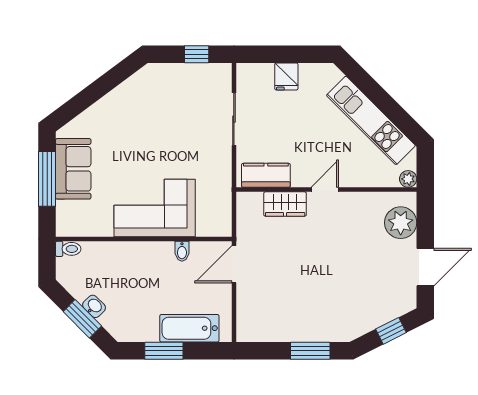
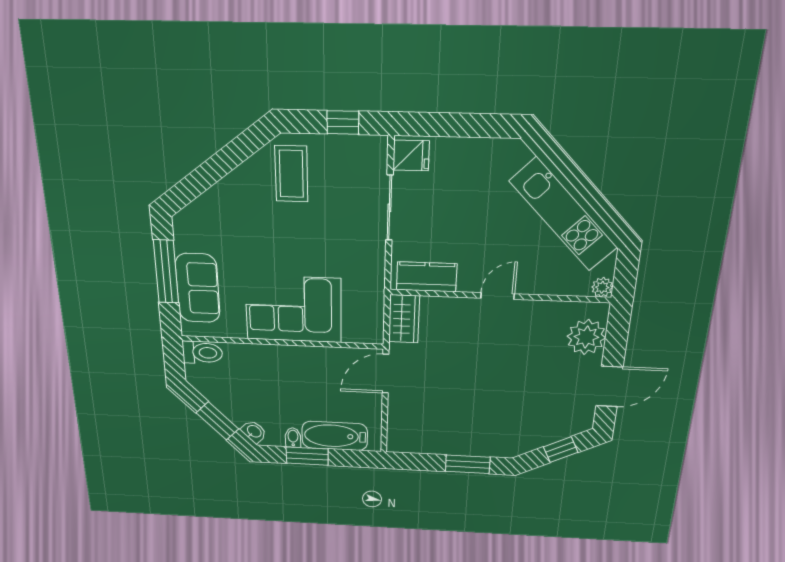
fridge: (286, 76) -> (411, 155), moved, turned -90
coffee table: (156, 94) -> (291, 174), added
sofa: (73, 169) -> (198, 288), moved
wardrobe: (285, 204) -> (404, 319), moved, turned -90
toilet: (68, 249) -> (202, 353), width x1.37, depth x1.39
bidet: (182, 251) -> (293, 438), moved, turned 180
washbasin: (94, 306) -> (254, 432), moved

